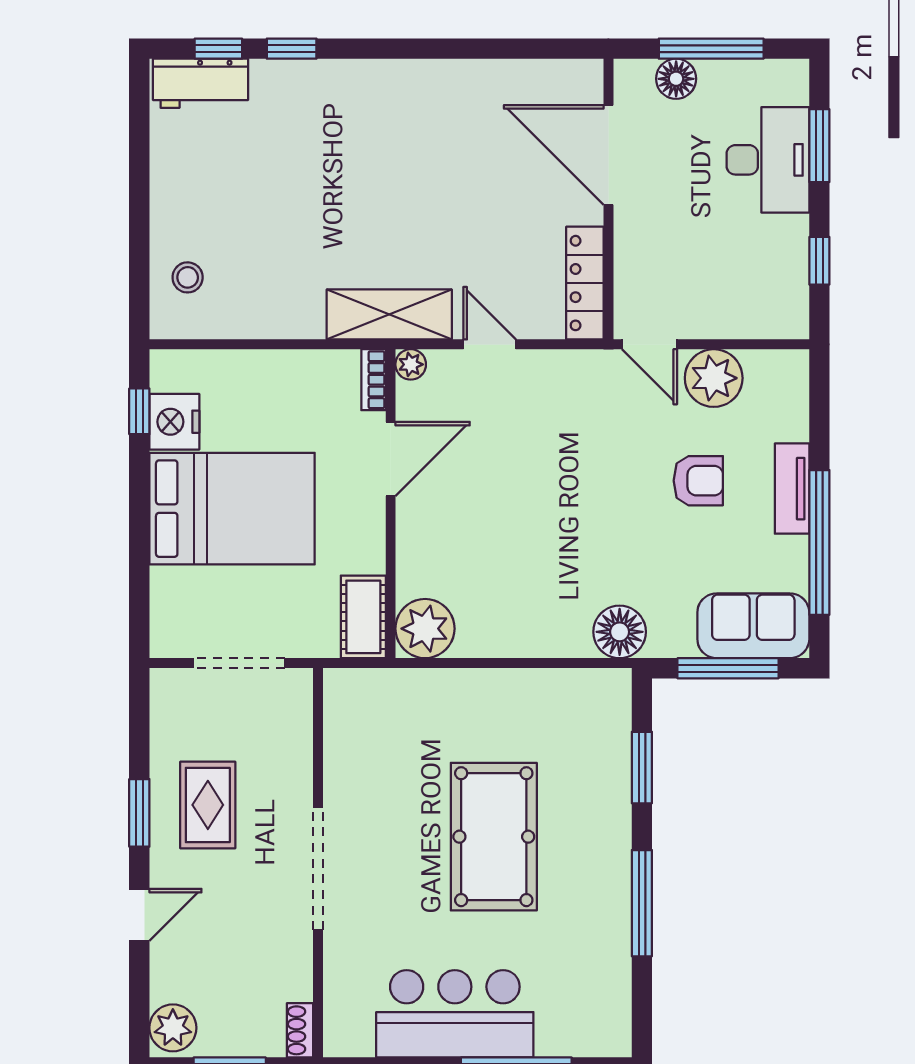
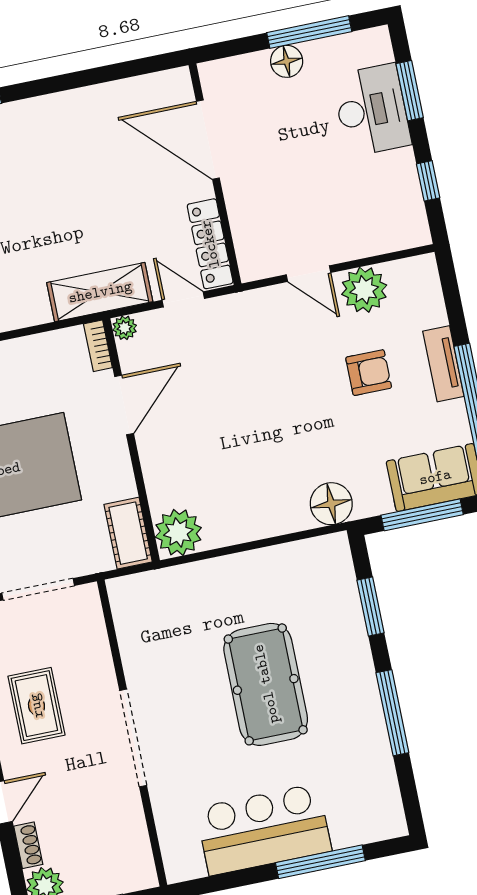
door: (608, 155) -> (208, 140), moved
wall: (608, 199) -> (215, 174), moved
locker: (585, 283) -> (210, 244), moved
shoe rack: (300, 1030) -> (28, 845), moved, turned 180

